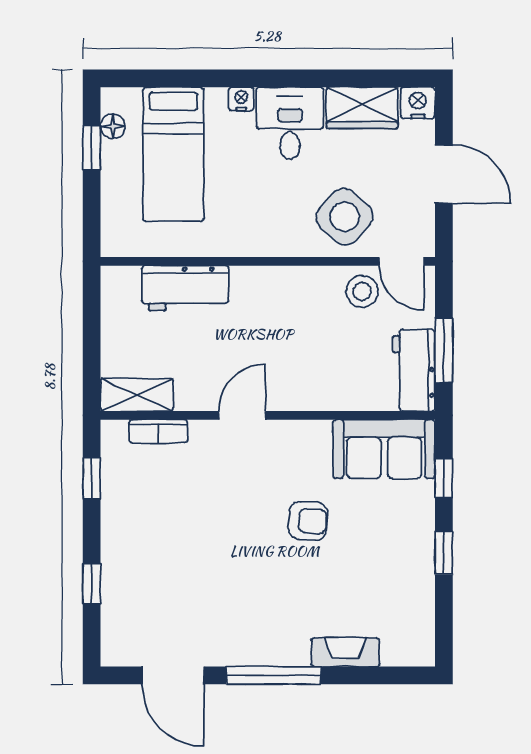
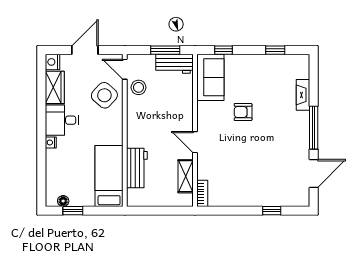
bed: (173, 154) -> (109, 176), moved, turned -90
door: (402, 261) -> (125, 69), swing flipped
shelving: (137, 395) -> (186, 176), moved
bookcase: (158, 431) -> (202, 193), moved
window: (92, 478) -> (224, 211), removed
armchair: (308, 521) -> (243, 112), turned -94
window: (444, 553) -> (275, 50), moved

